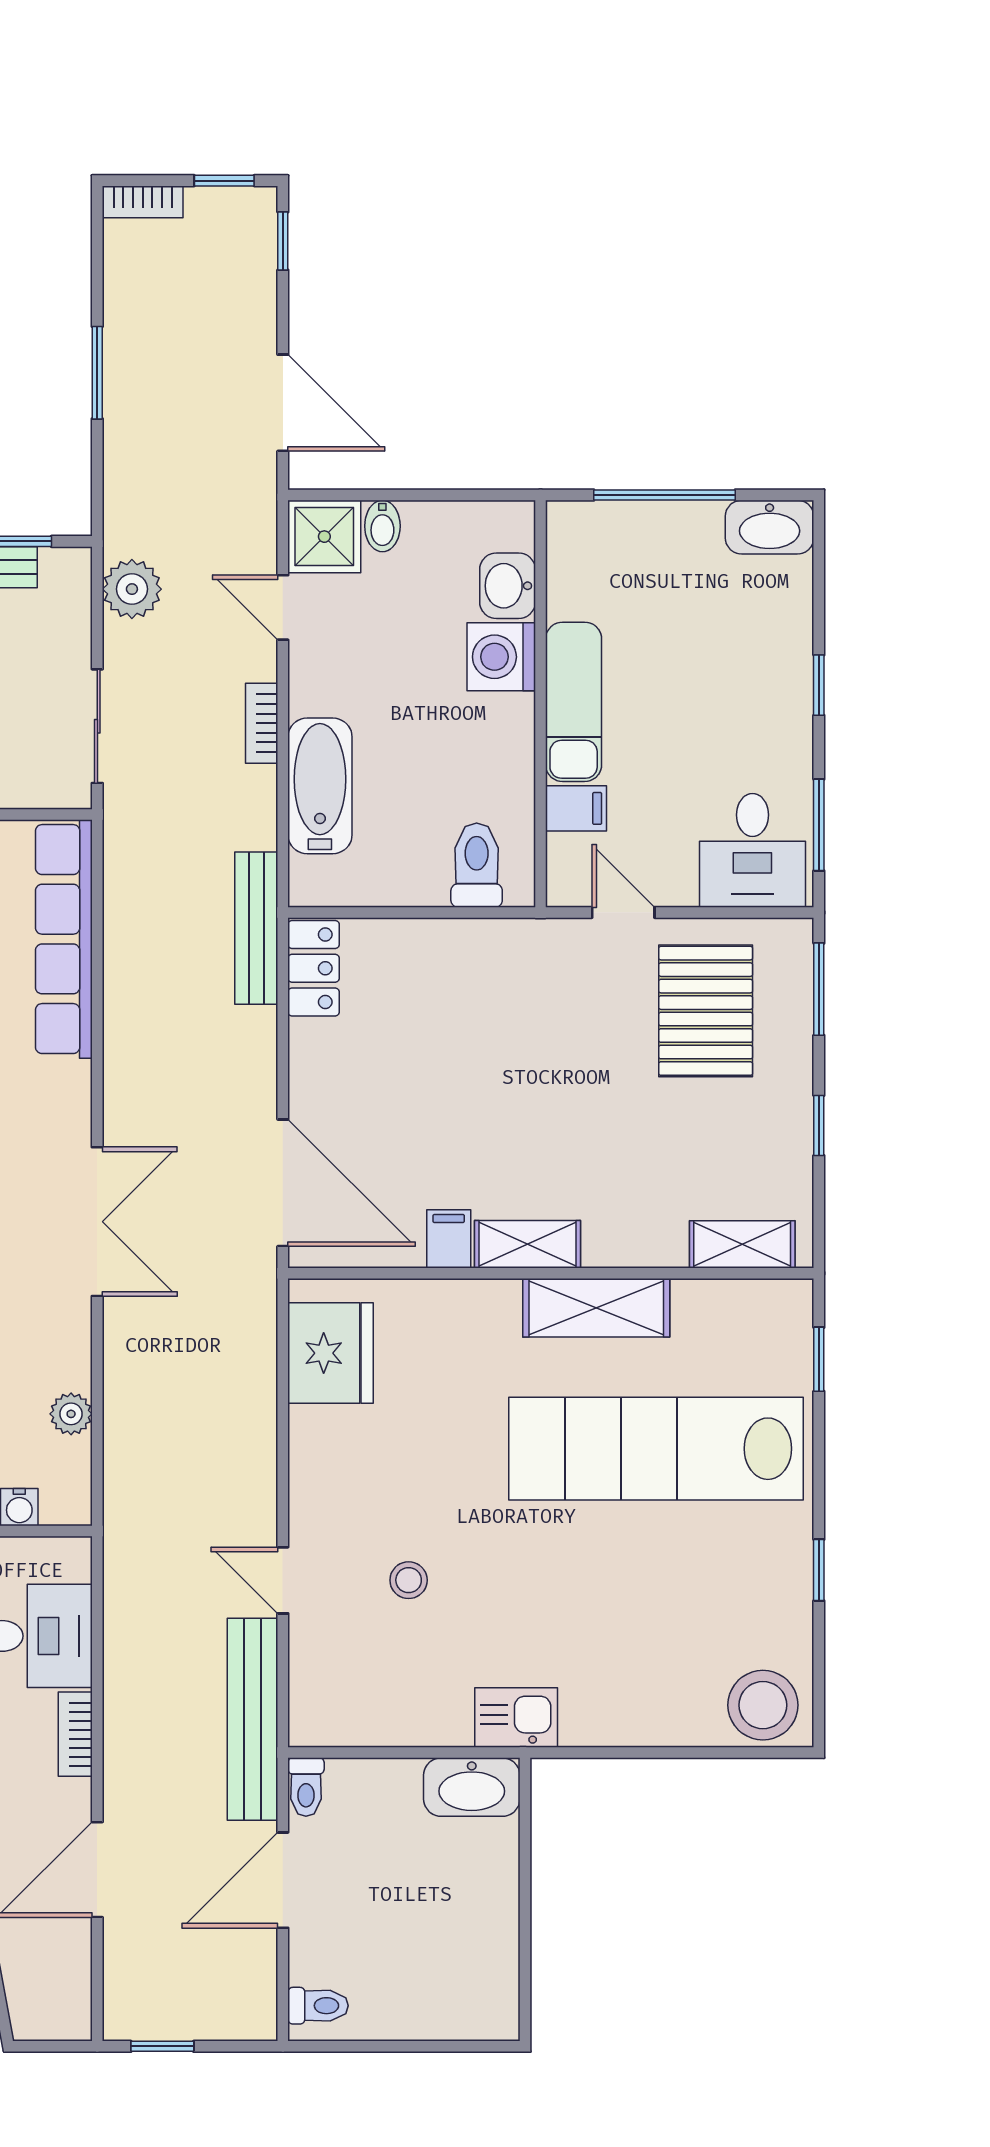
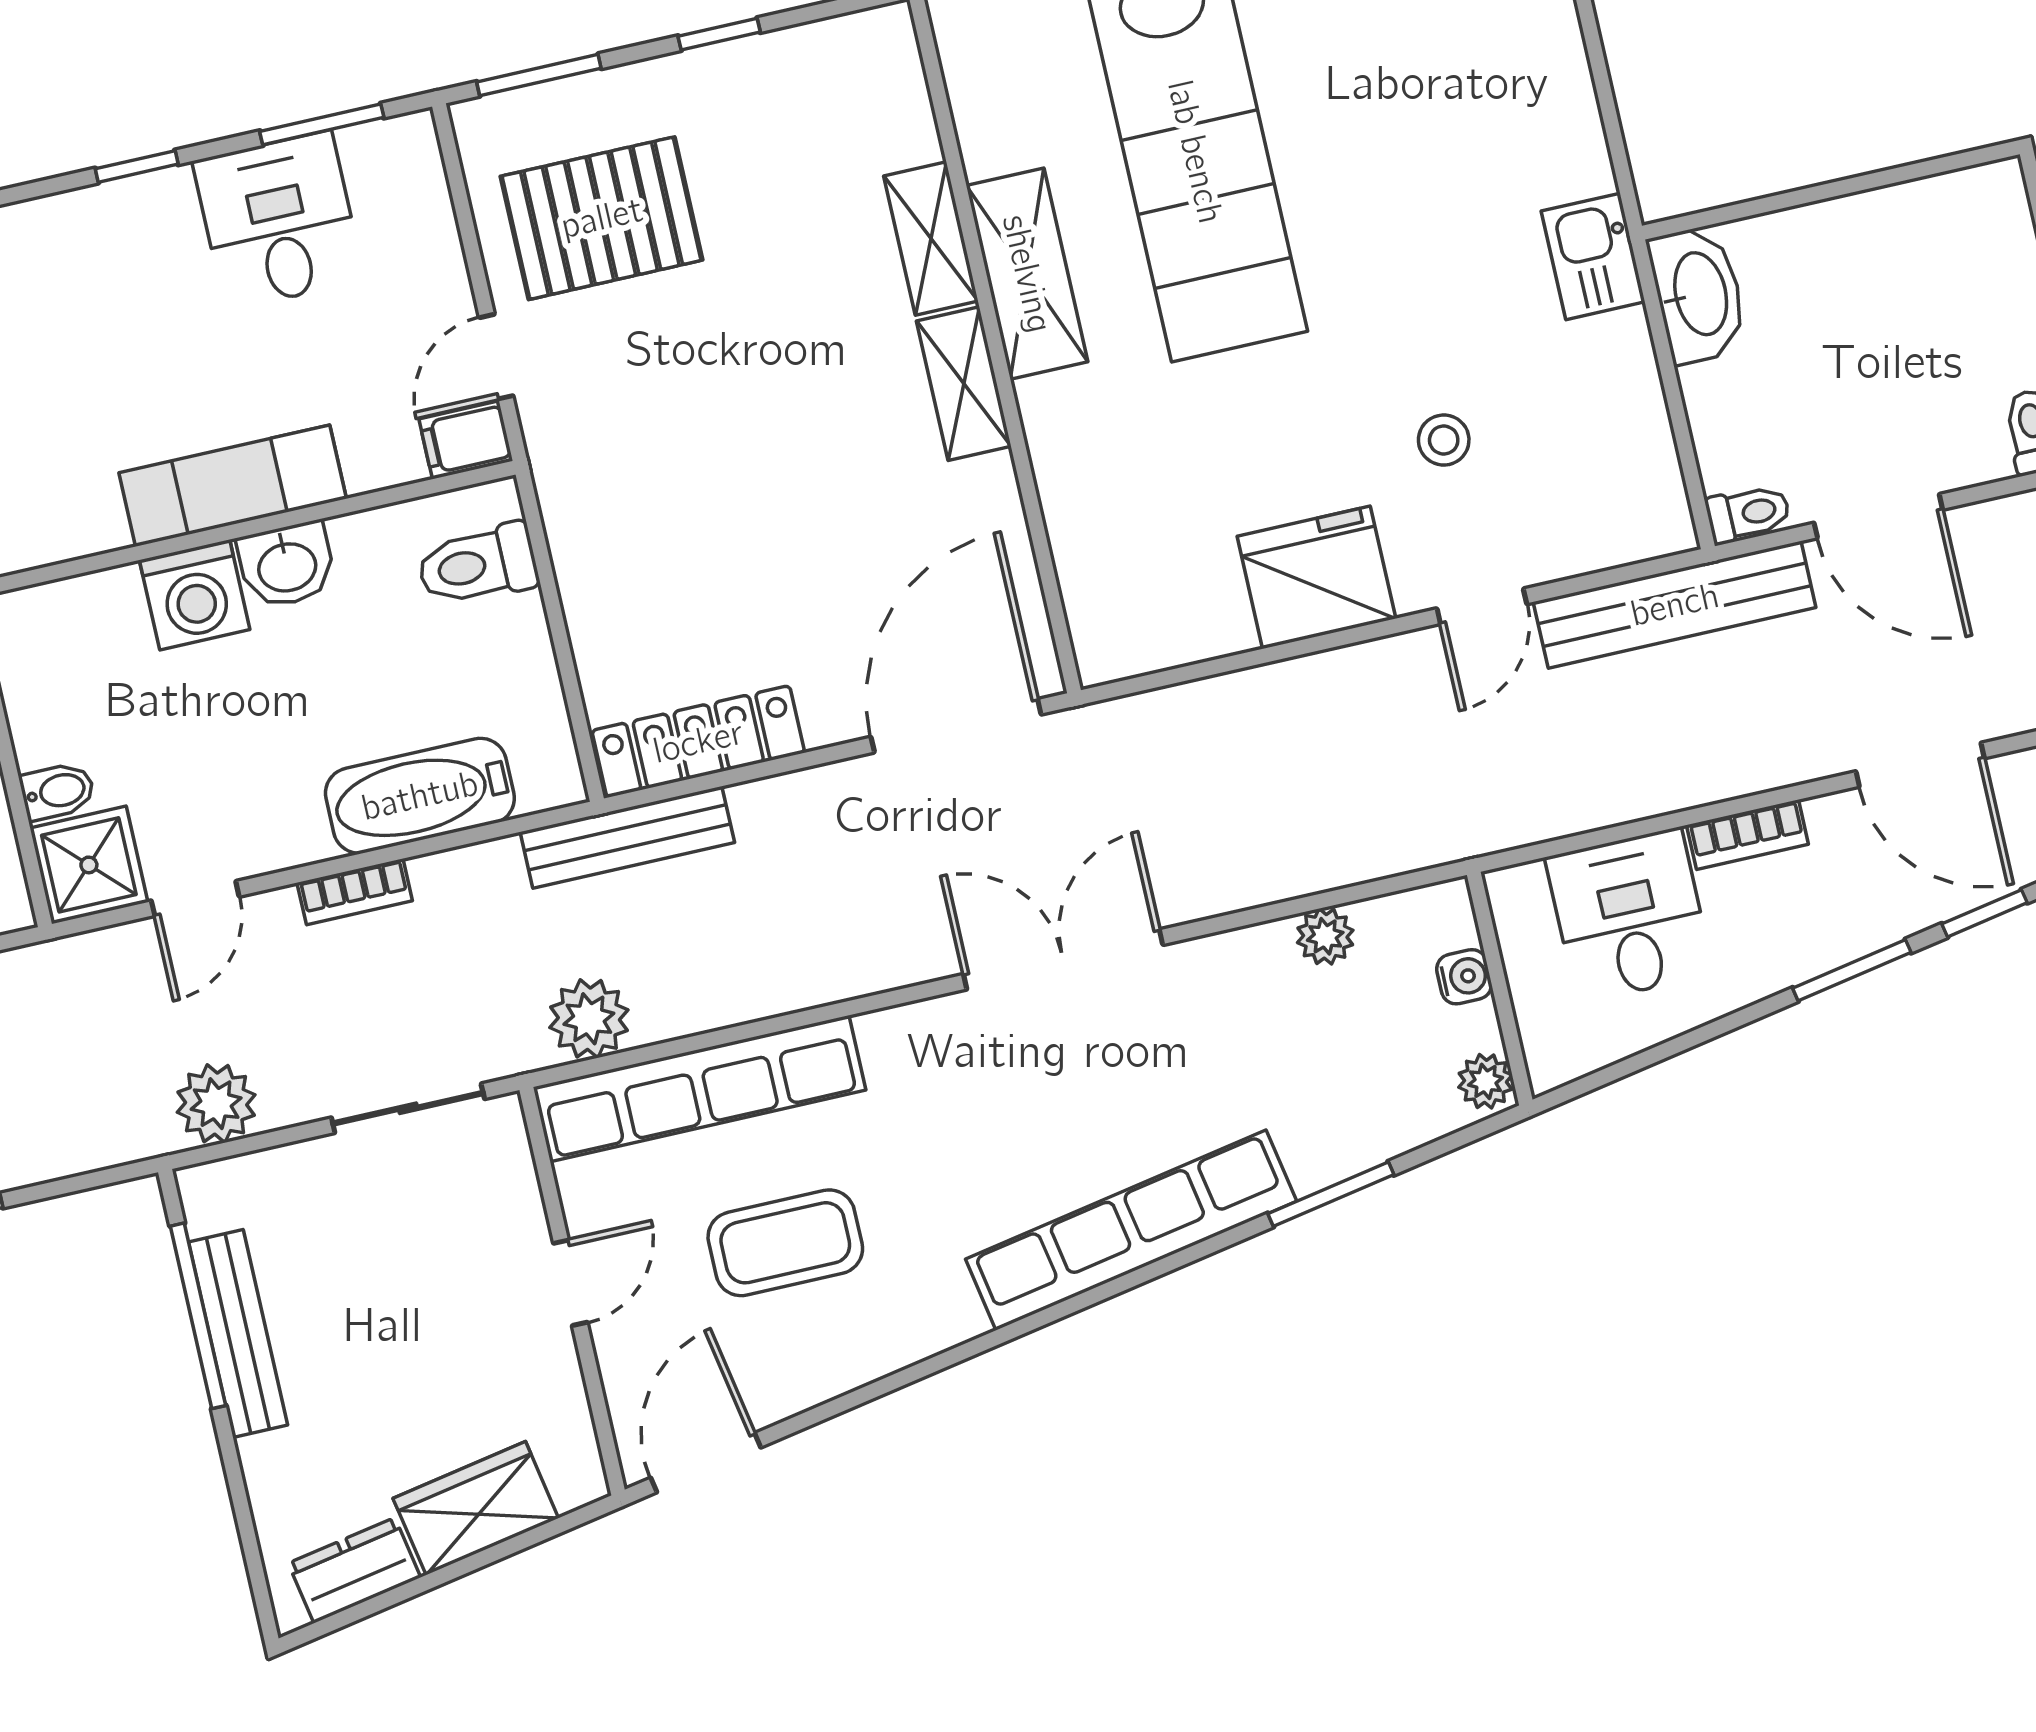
washbasin: (508, 586) -> (287, 565), moved
filing cabinet: (576, 808) -> (466, 440), moved, turned -90
desk: (752, 850) -> (279, 221), moved, turned -90
plant: (132, 871) -> (589, 1019), added
locker: (314, 968) -> (698, 742), width x1.53
filing cabinet: (449, 1239) -> (980, 490), removed
shelving: (742, 1244) -> (931, 238), moved
fridge: (331, 1353) -> (1316, 577), moved

